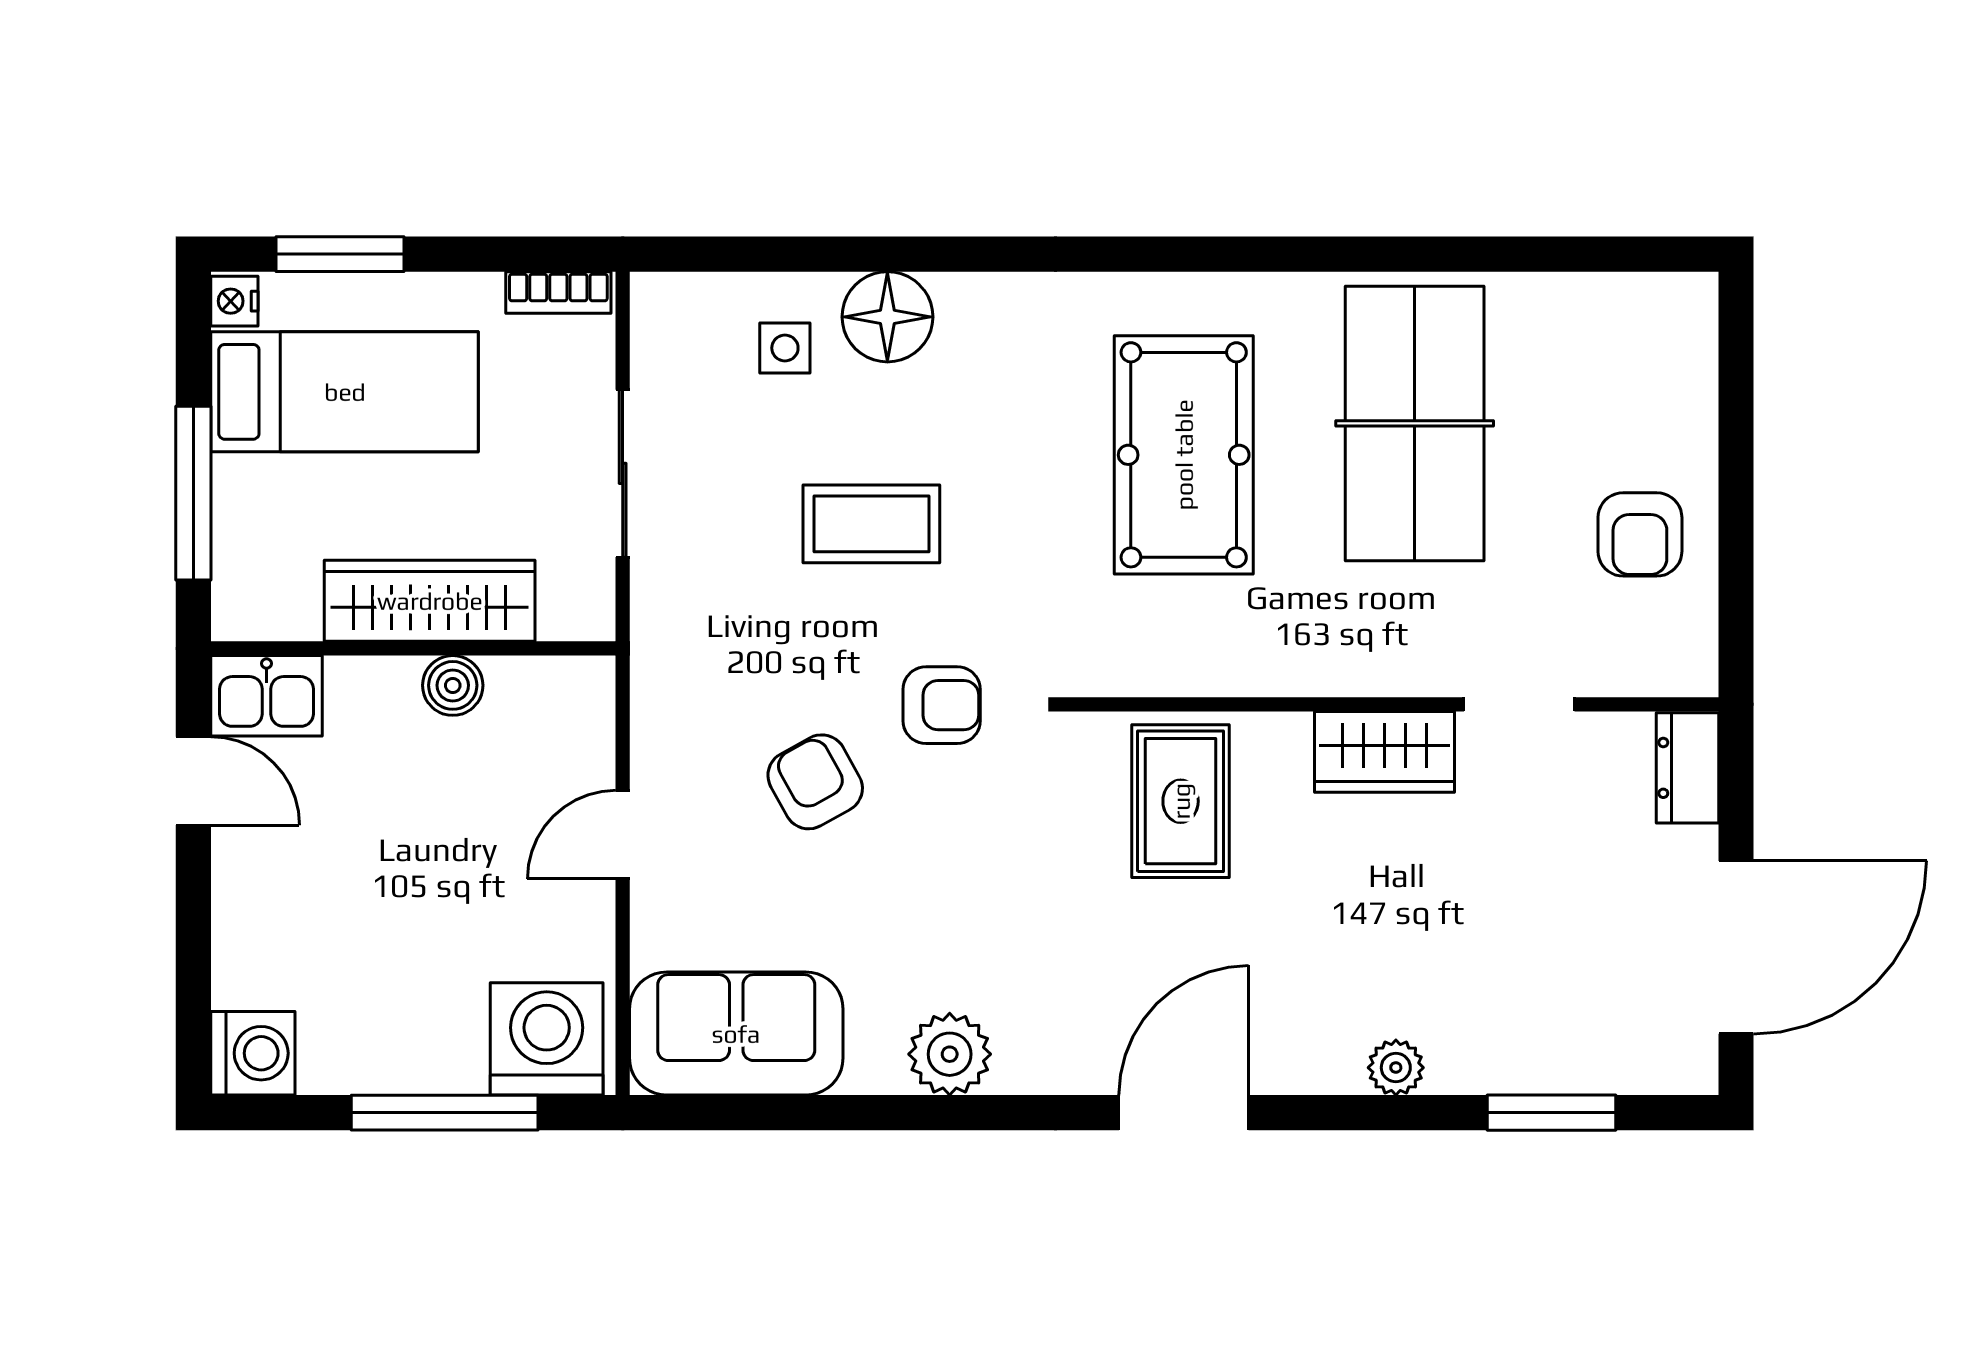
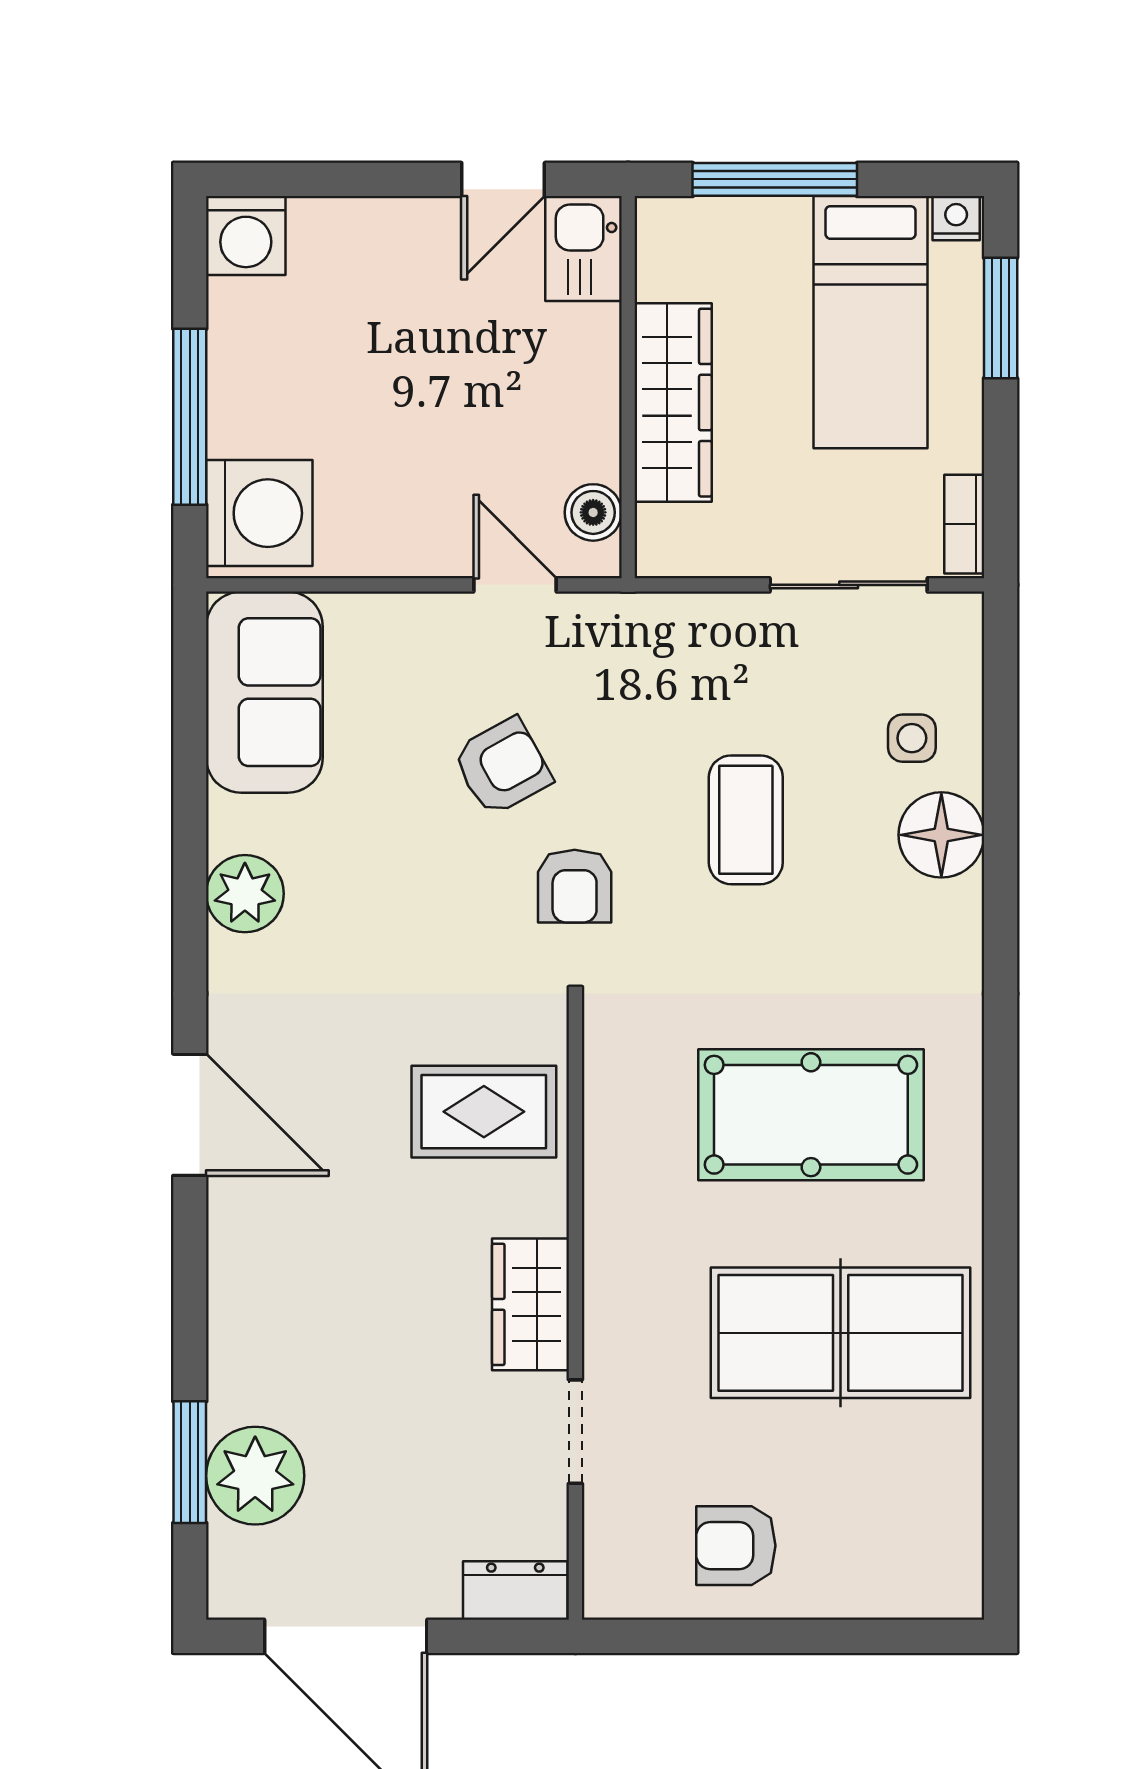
sliding door: (623, 473) -> (849, 585), moved
boiler: (453, 685) -> (593, 512), moved
door: (623, 835) -> (515, 585), moved
plant: (1396, 1068) -> (255, 1476), moved, width x1.87, depth x1.87

